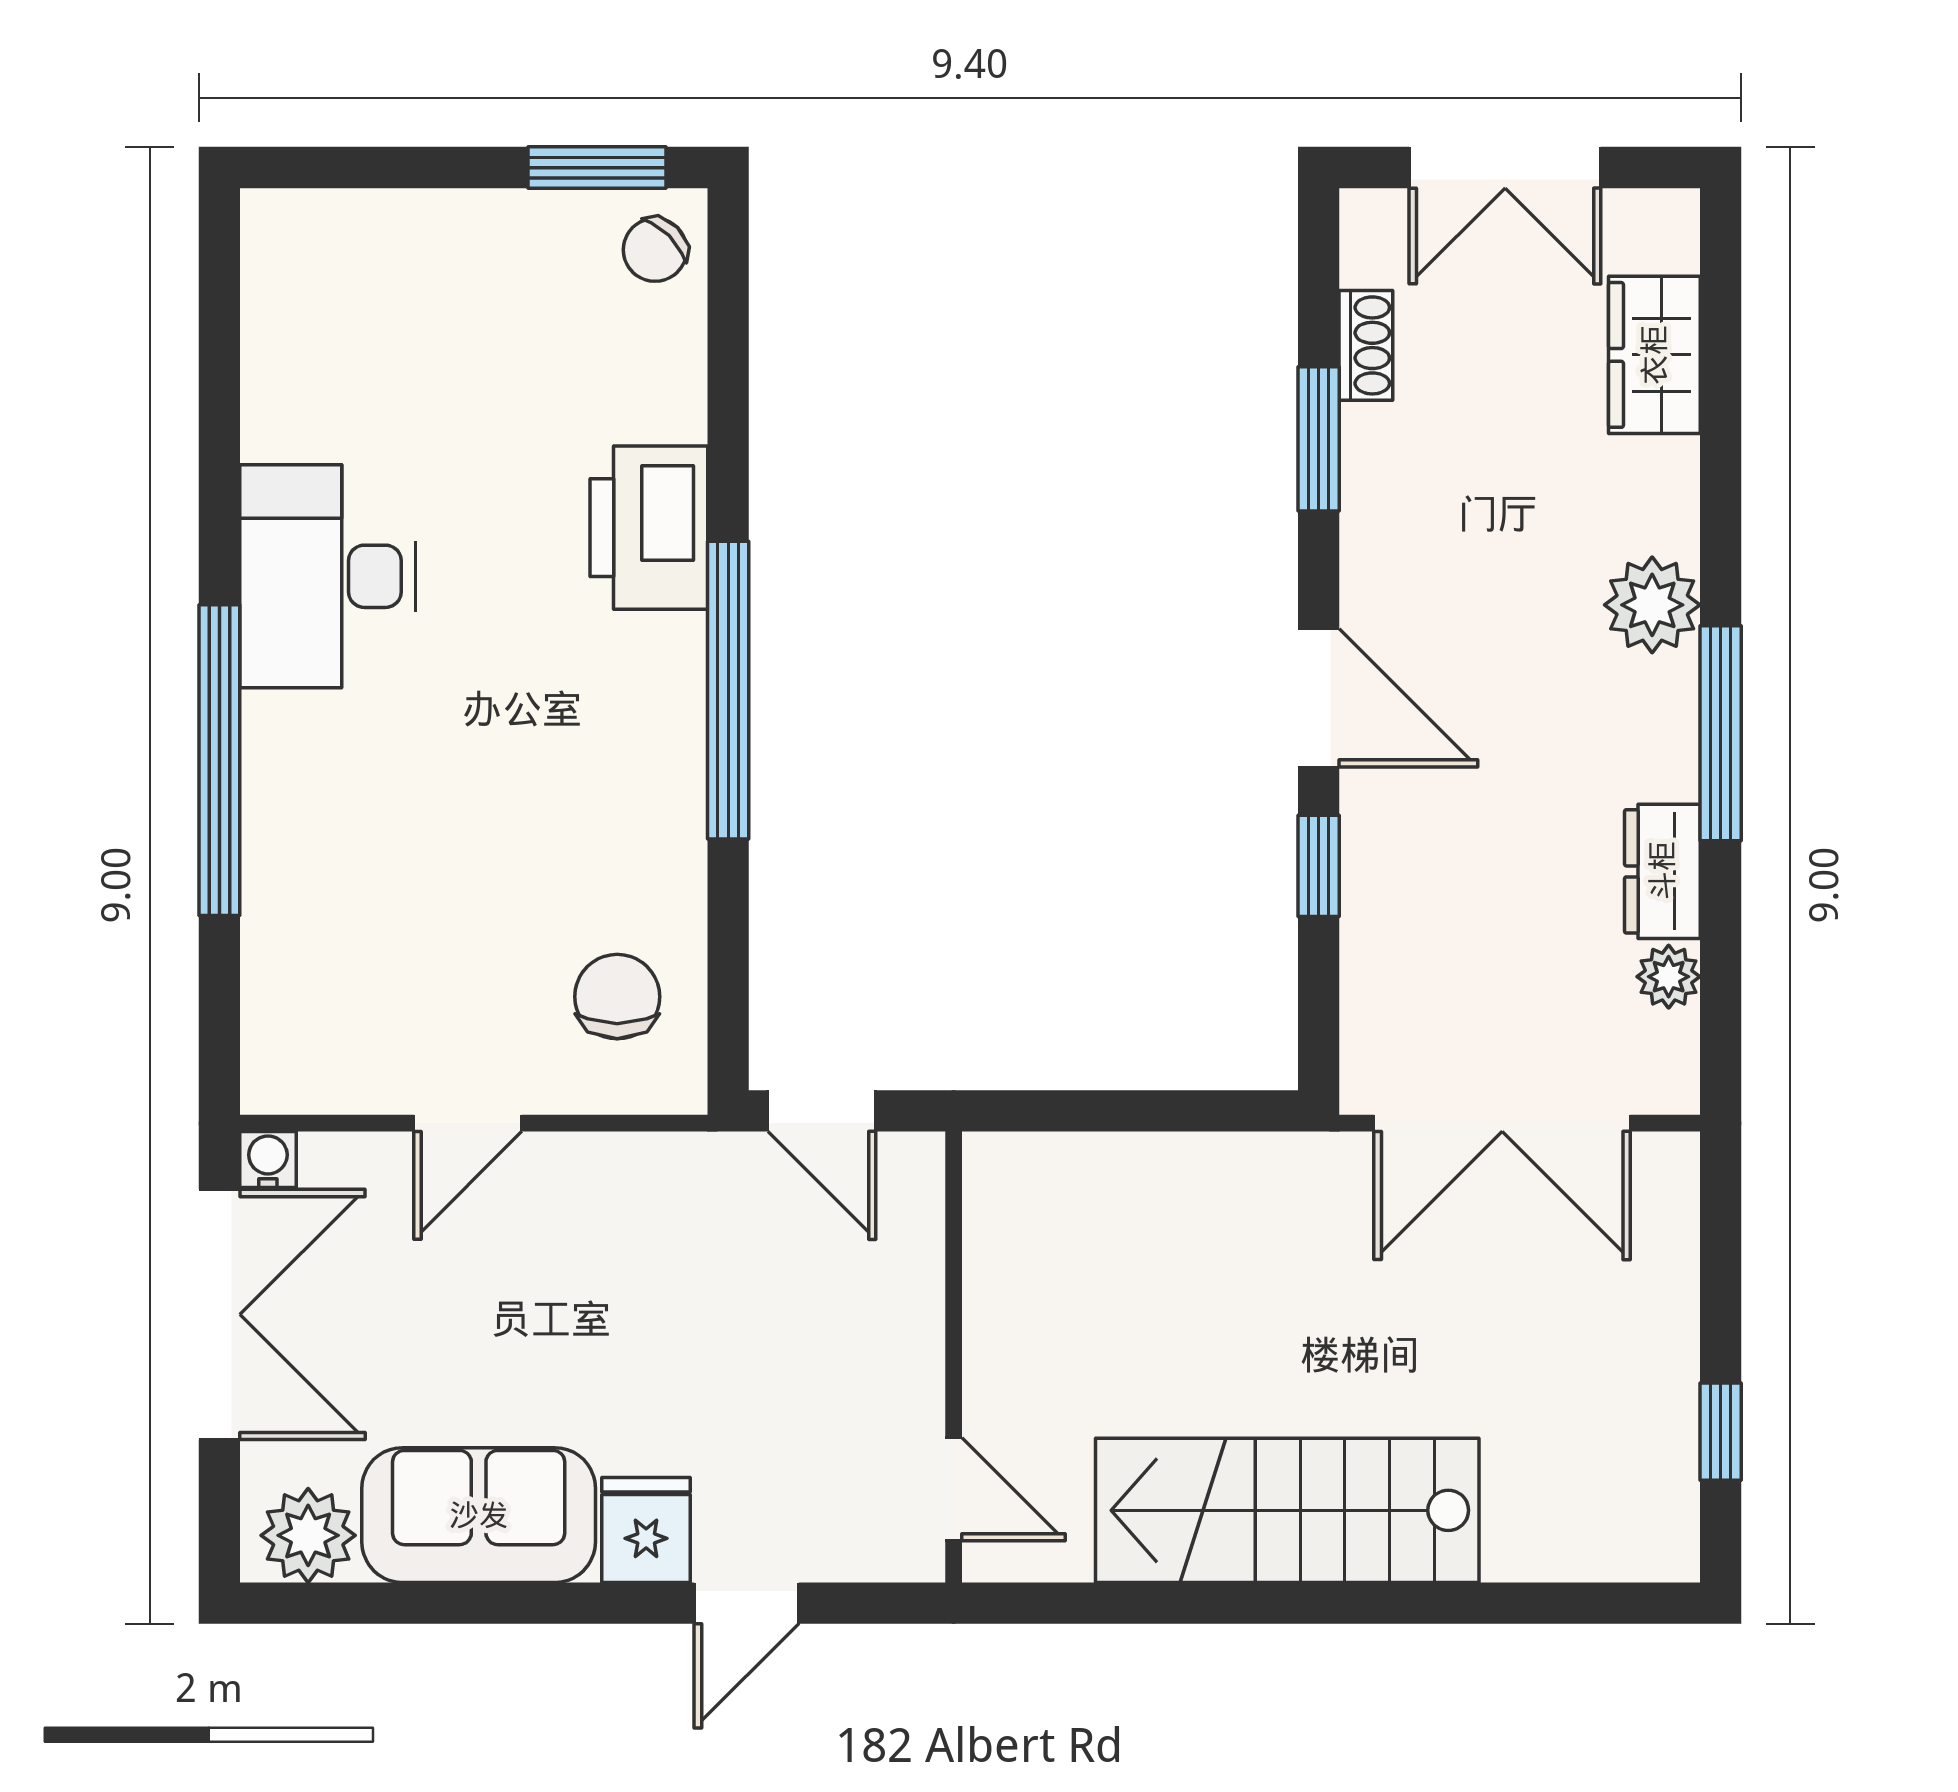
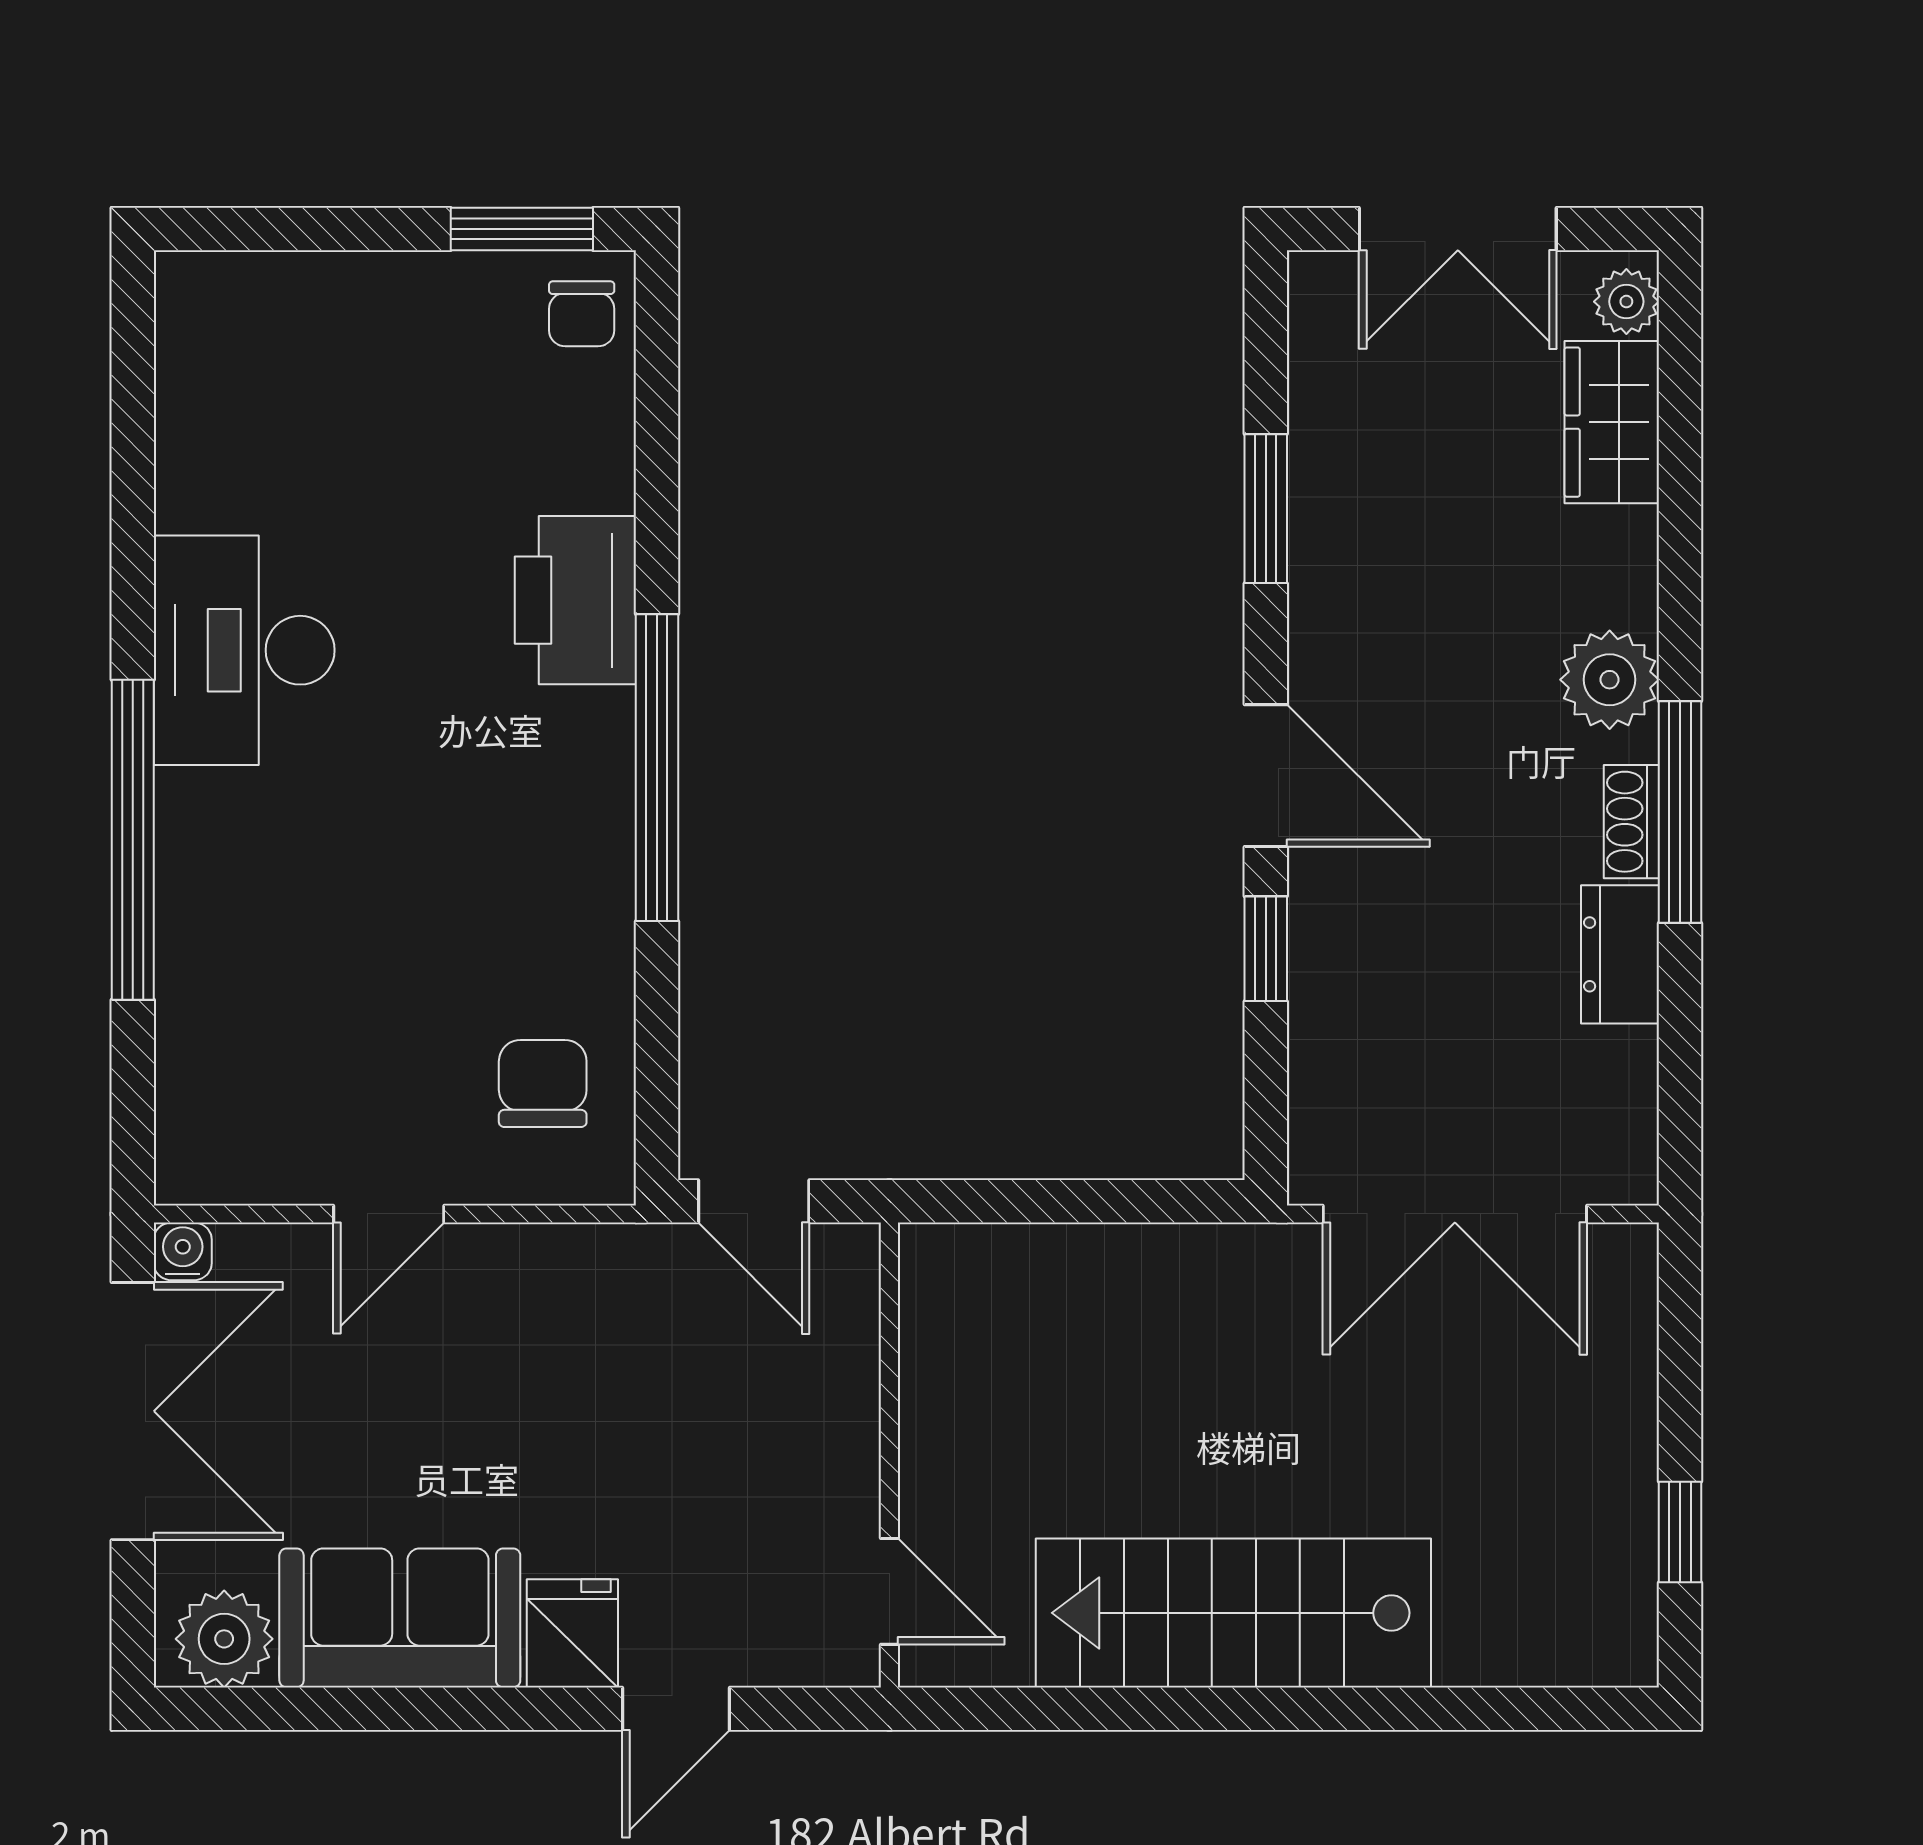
chair: (655, 250) -> (582, 314), turned -45
shoe rack: (1366, 345) -> (1631, 822), moved, turned 180
plant: (1669, 977) -> (1626, 302), moved

